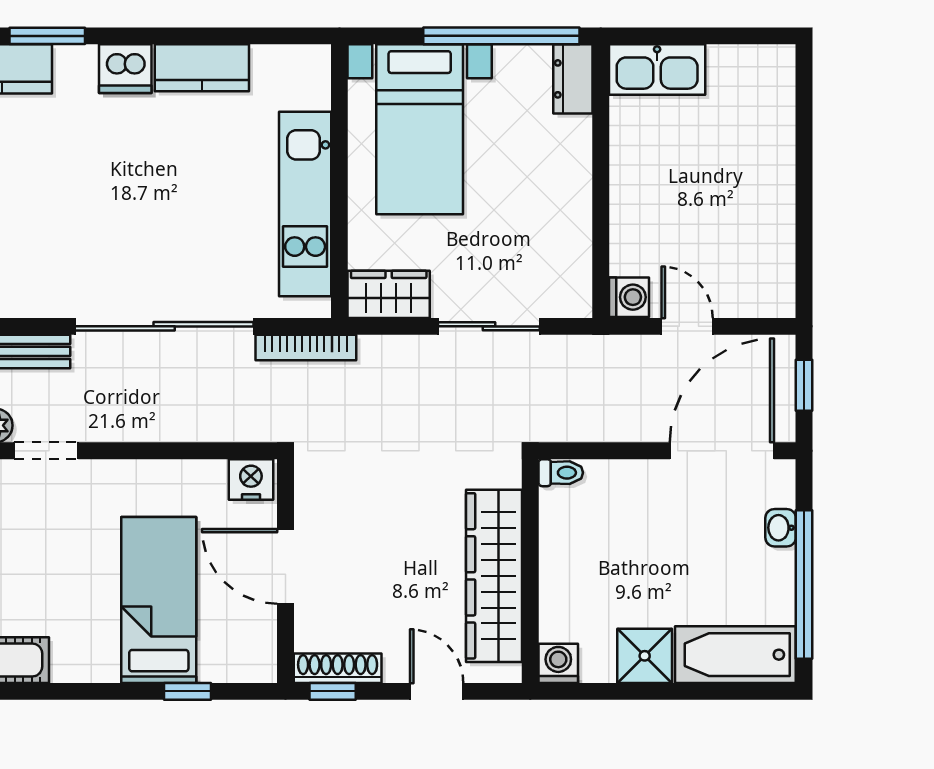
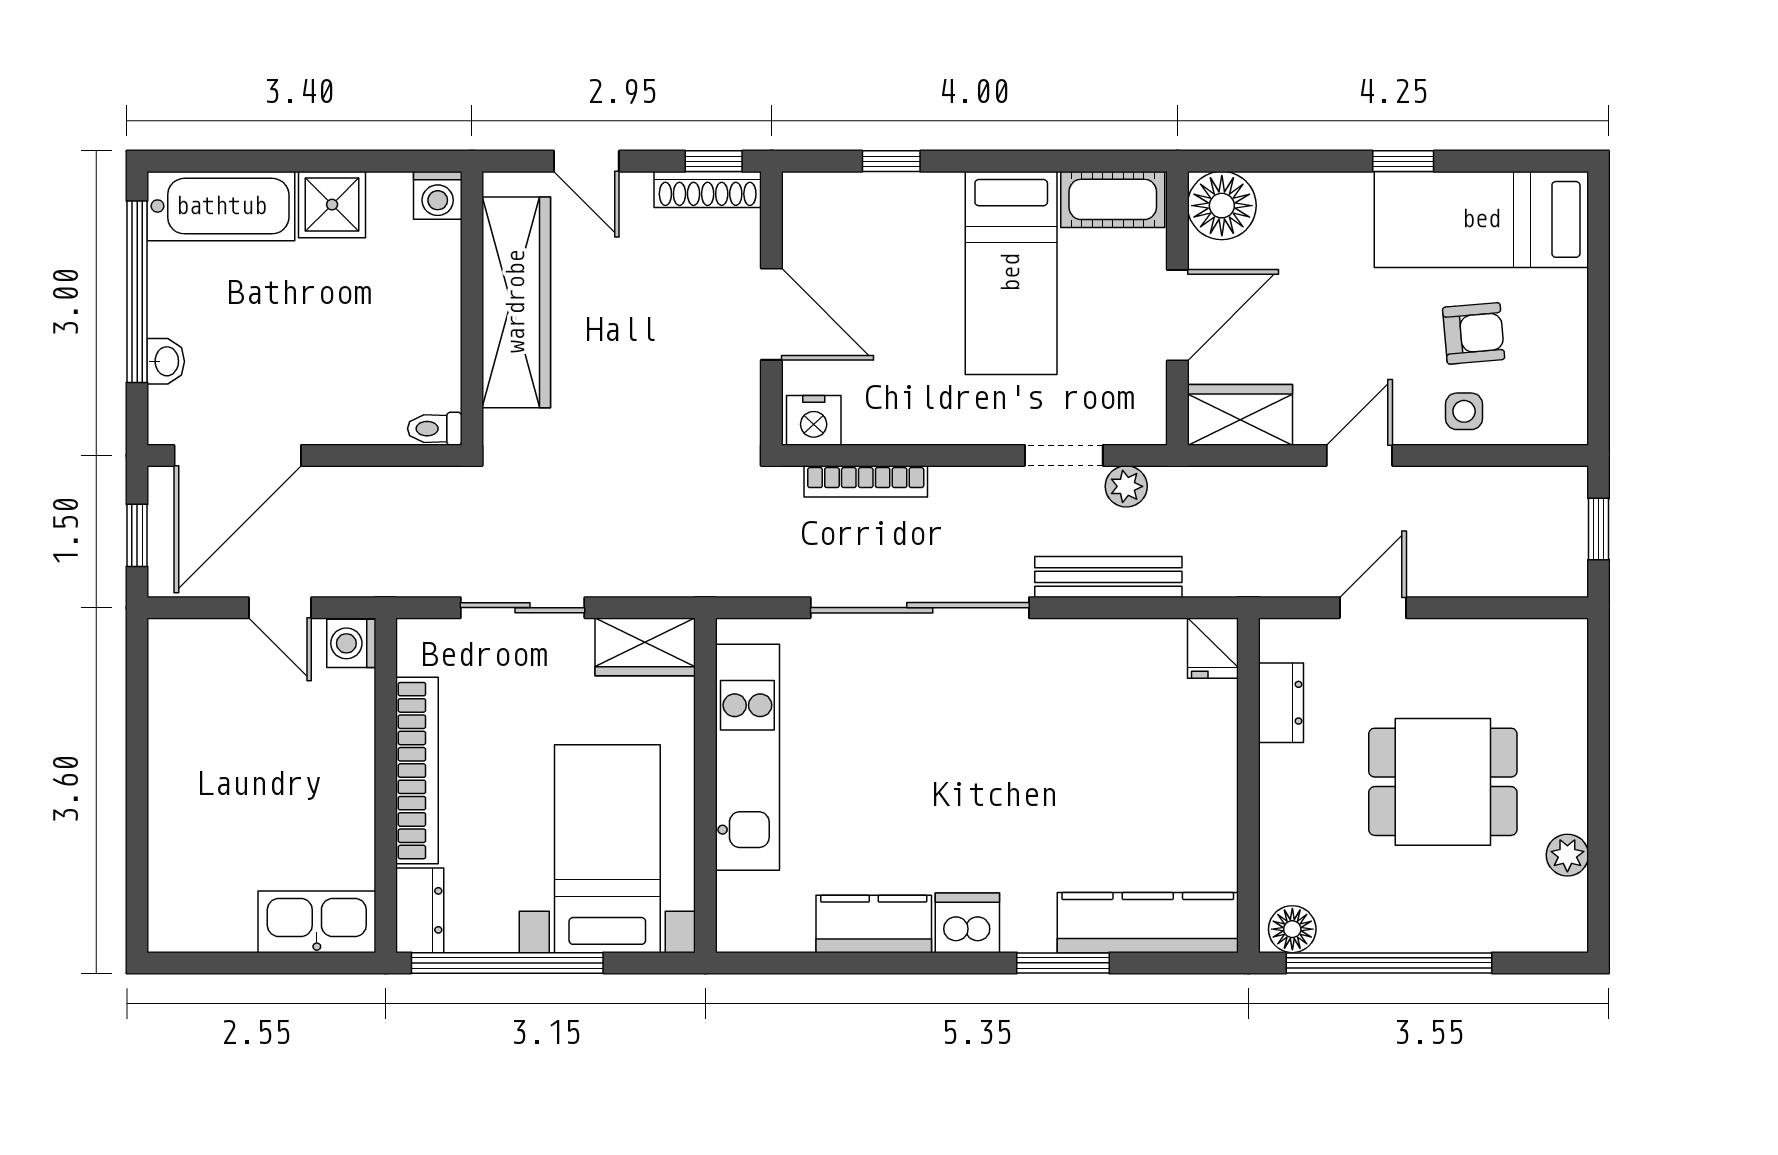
bookcase: (575, 193) -> (417, 771), added
bookcase: (306, 347) -> (866, 481), moved, turned 180
bed: (159, 600) -> (1011, 273), moved

